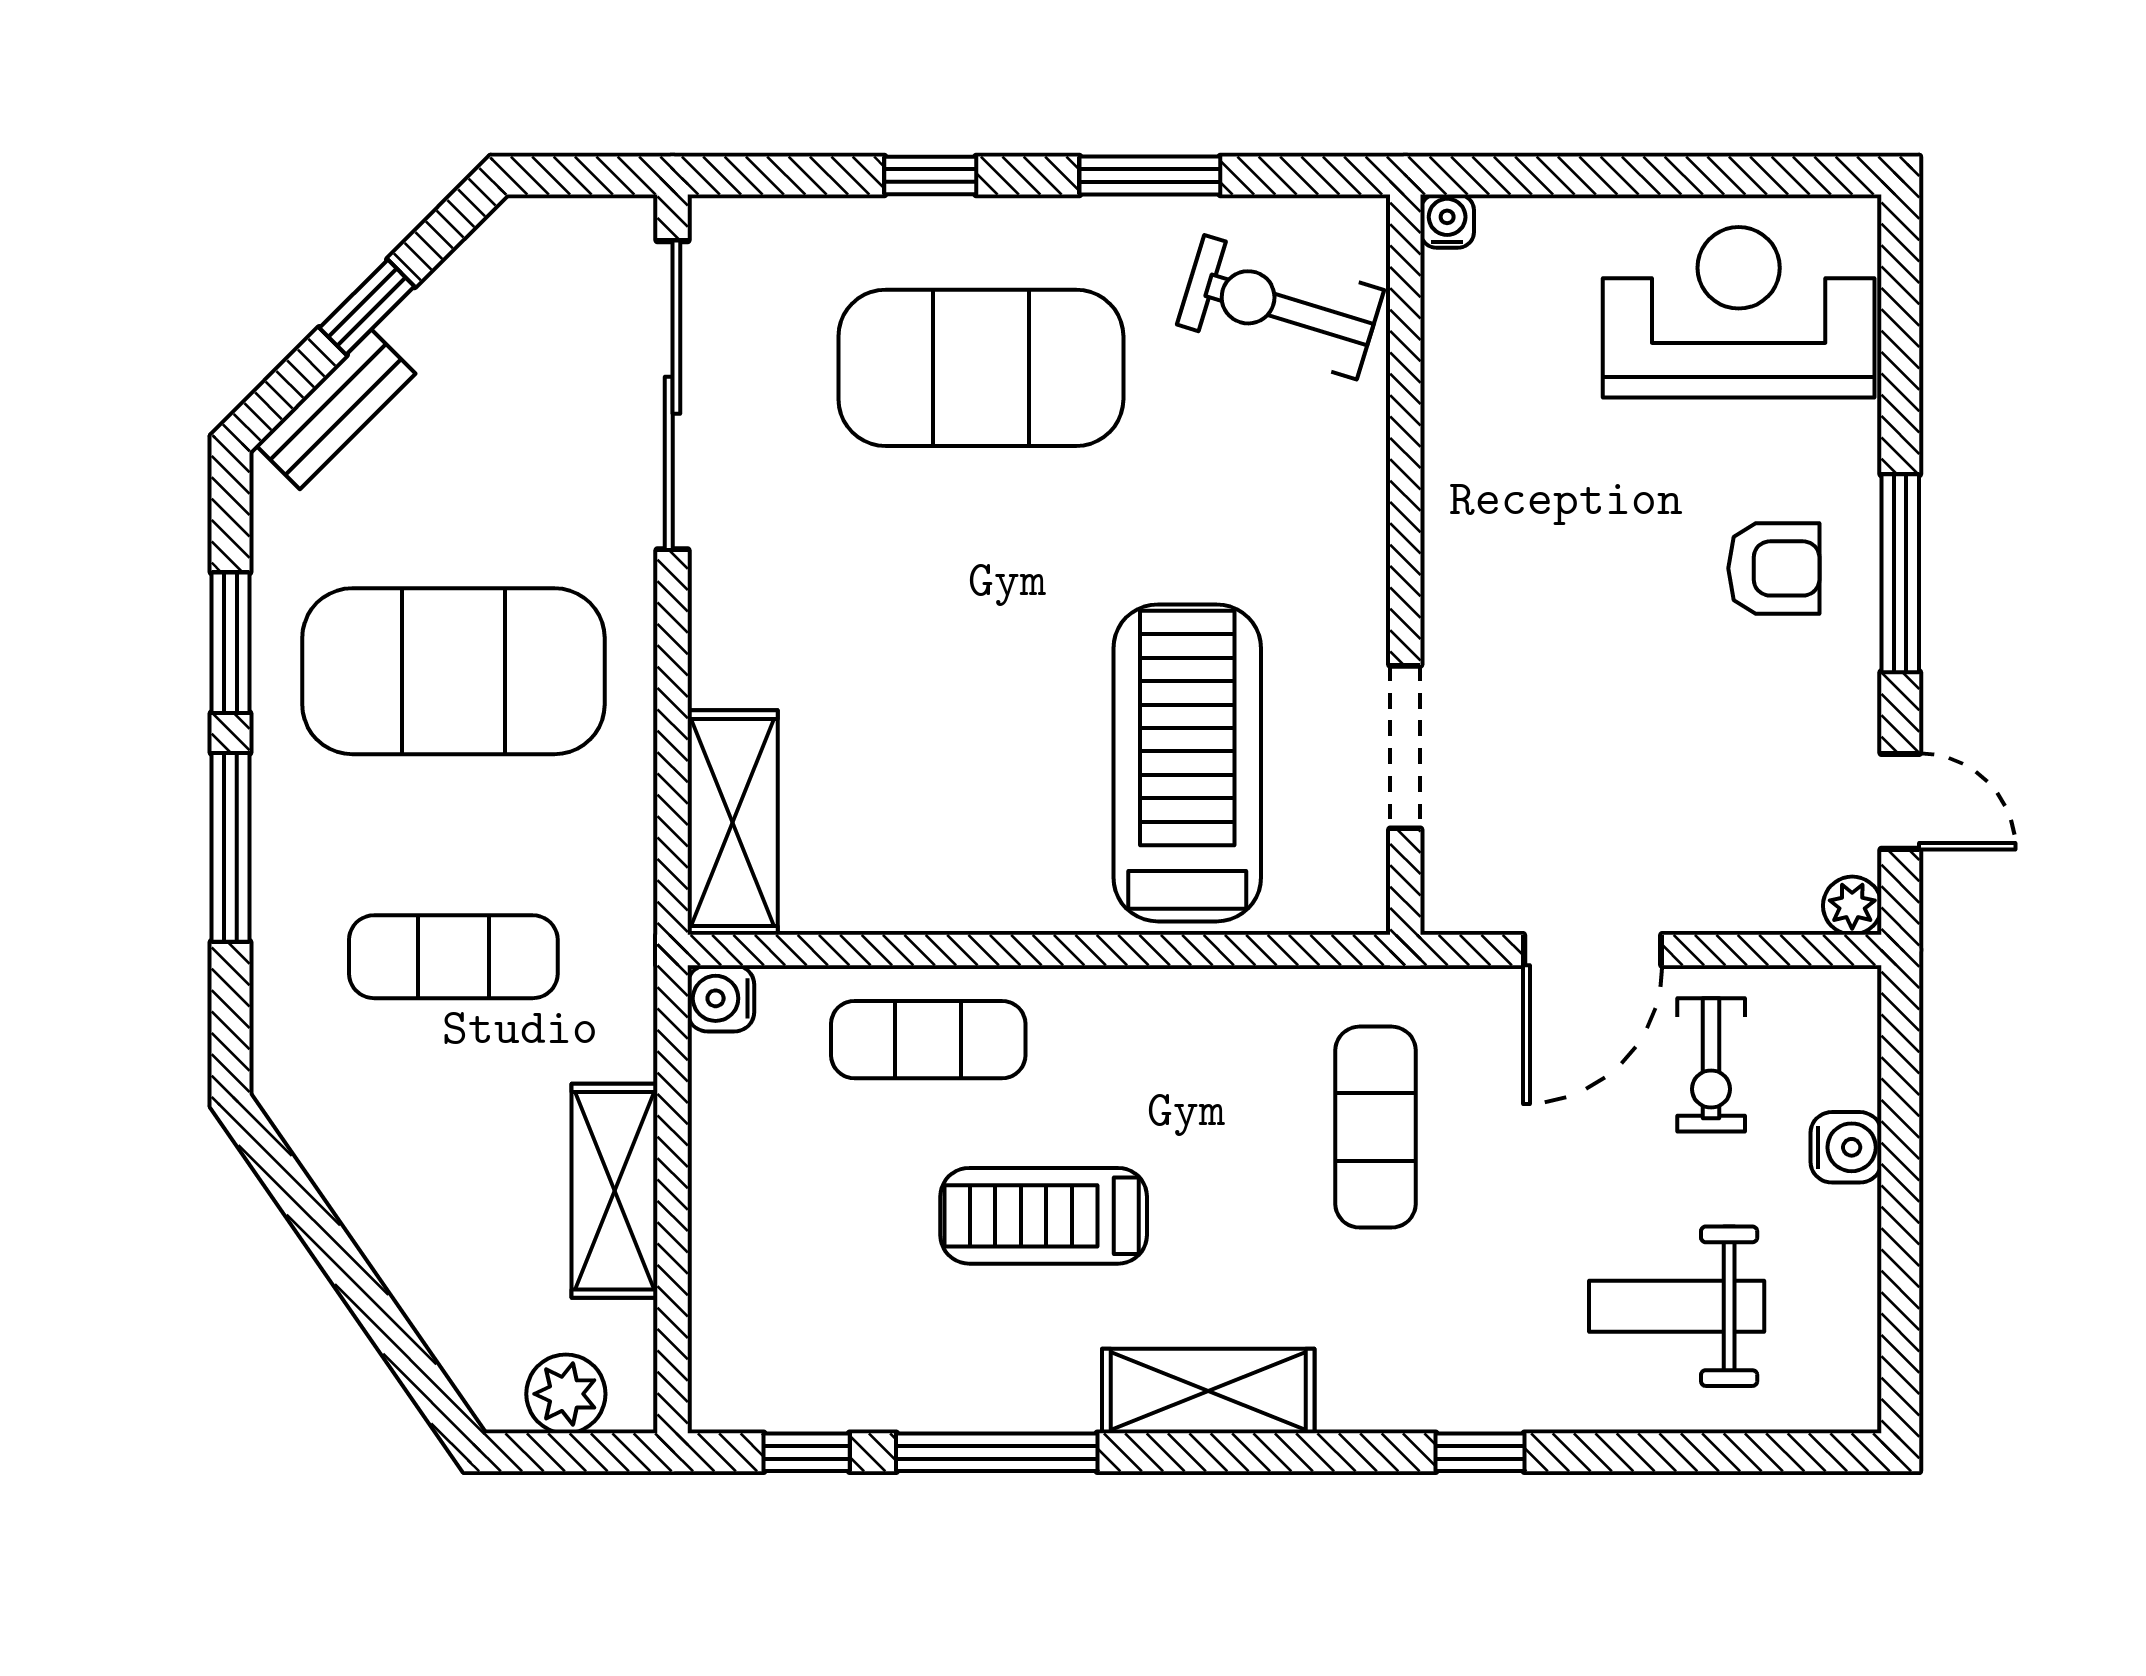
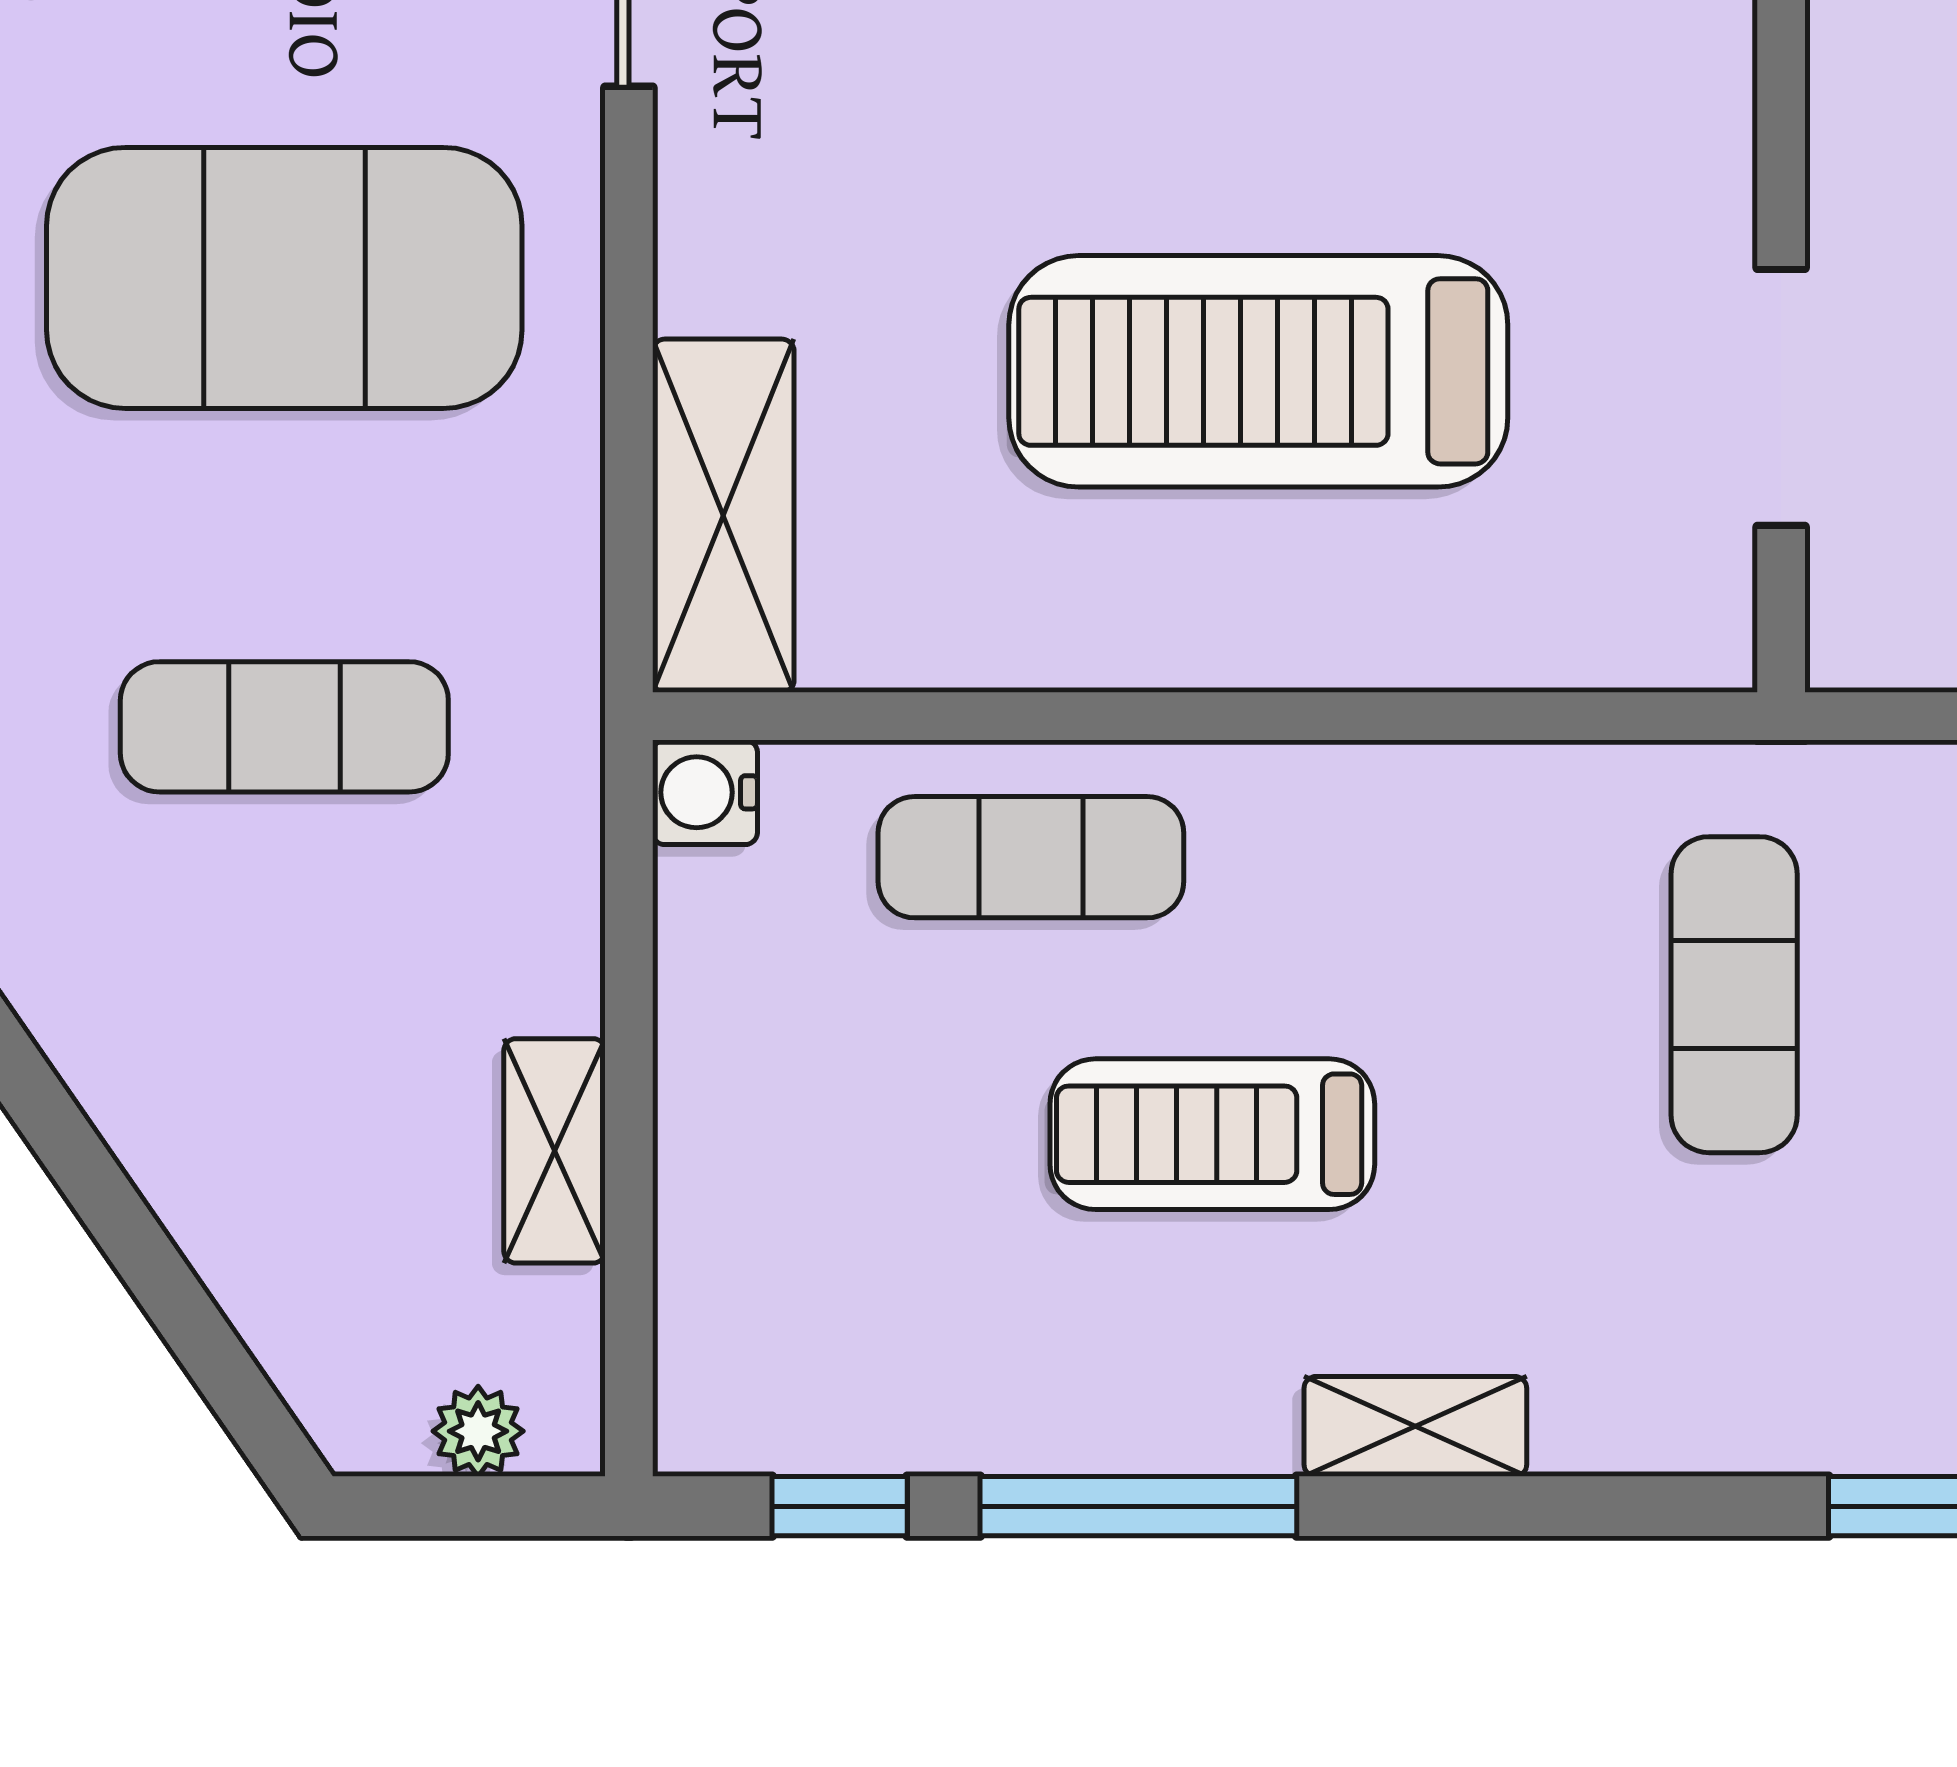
treadmill: (1187, 763) -> (1258, 371), moved, turned -90
shelving: (615, 1191) -> (555, 1151), width x0.67, depth x0.75
shelving: (1208, 1391) -> (1415, 1426), width x0.67, depth x0.75
plant: (566, 1394) -> (478, 1431), width x0.73, depth x0.73

